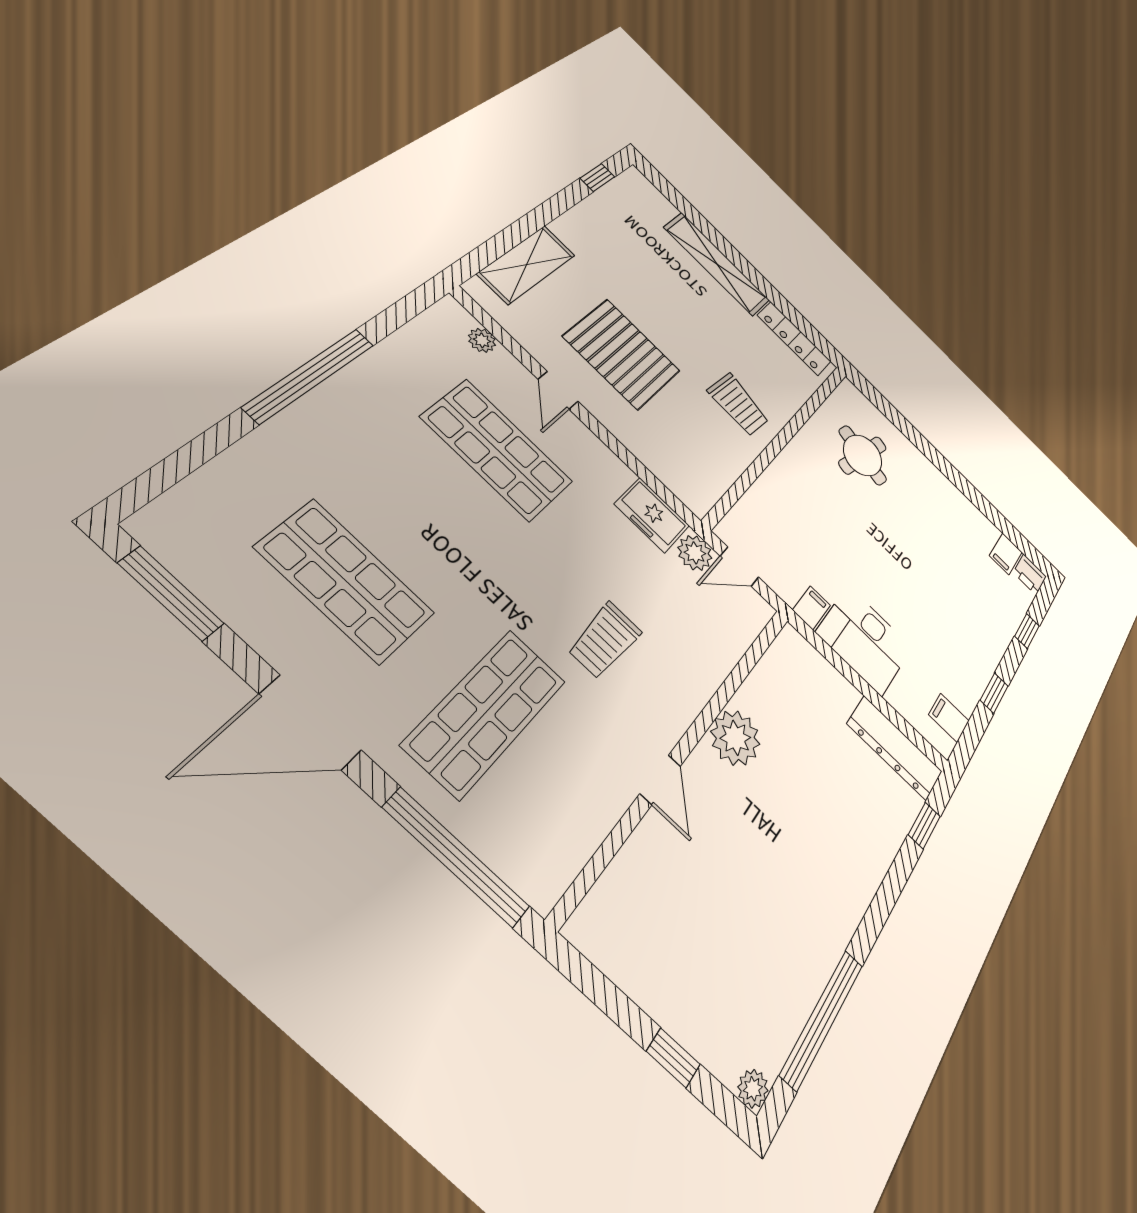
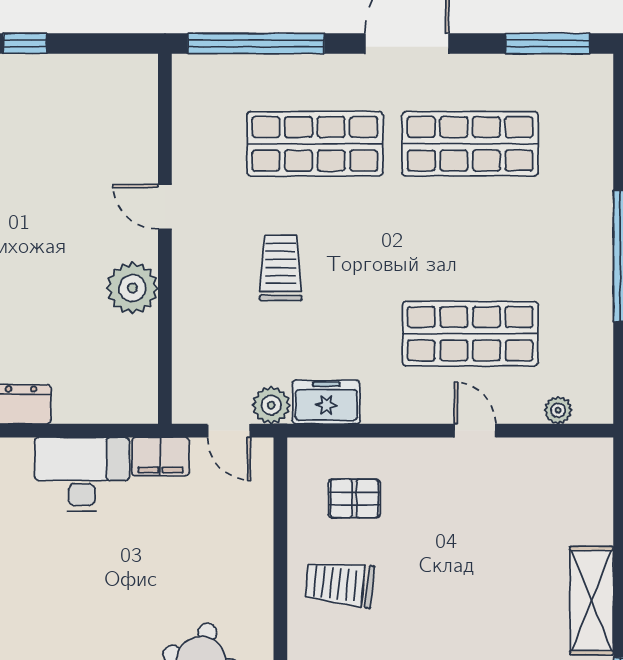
shelving: (527, 264) -> (592, 601), moved
pallet: (622, 354) -> (354, 498), moved, width x0.49, depth x0.50
door: (739, 567) -> (229, 431), swing flipped
filing cabinet: (811, 608) -> (160, 457), width x2.00
shop shelf: (486, 712) -> (315, 144), turned 90

